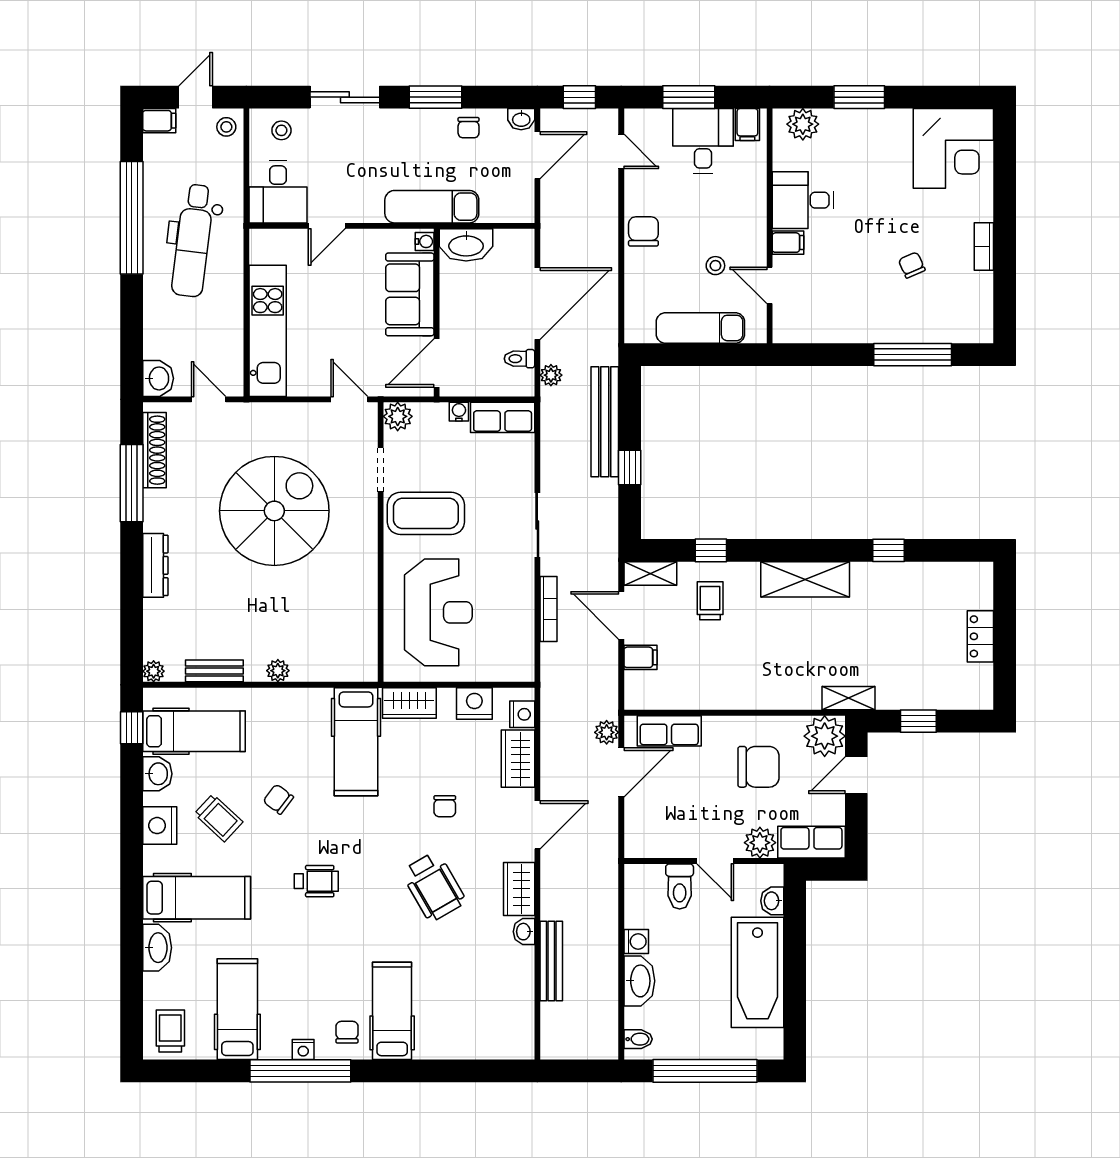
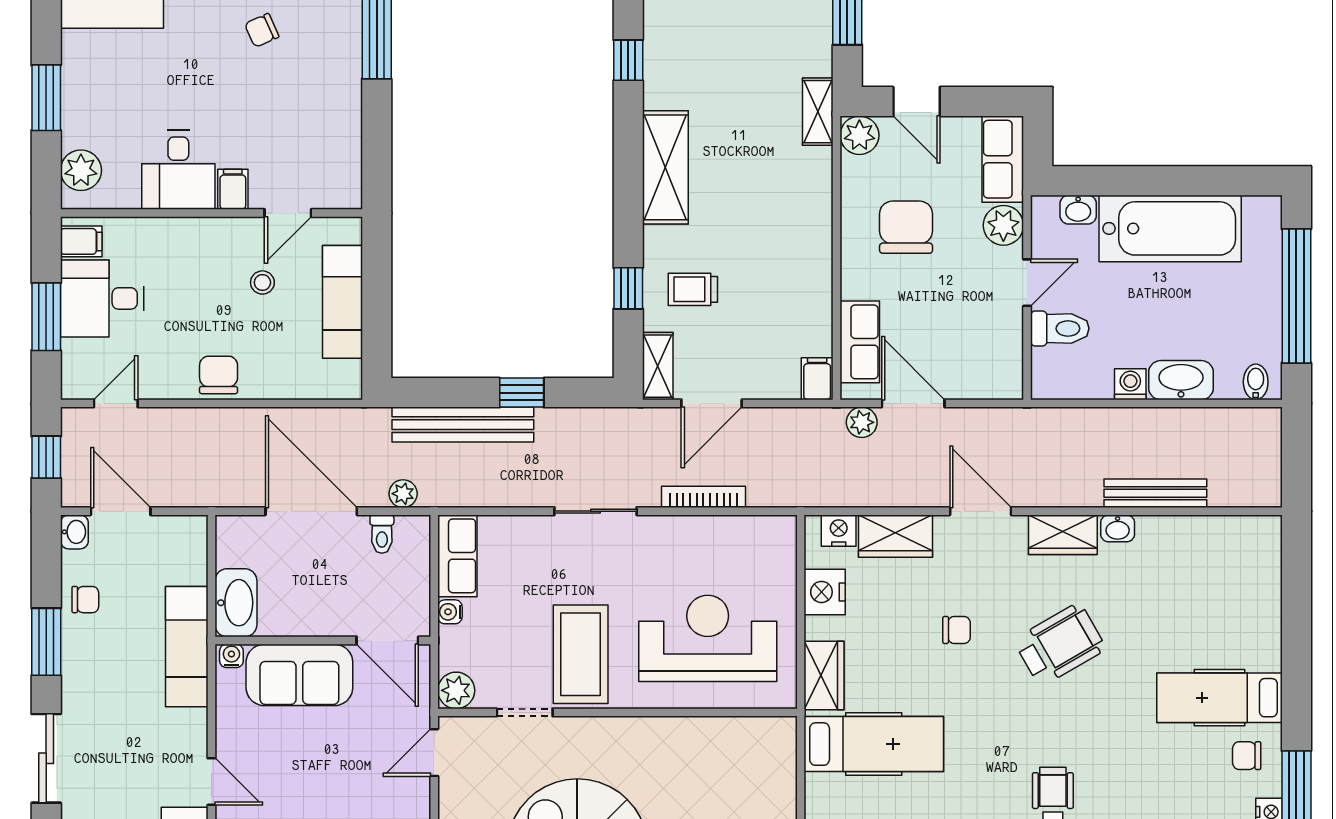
chair: (643, 231) -> (219, 375), turned 90
filing cabinet: (641, 657) -> (817, 379), moved
plant: (825, 736) -> (859, 135), width x0.73, depth x0.73

